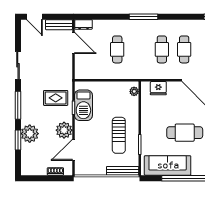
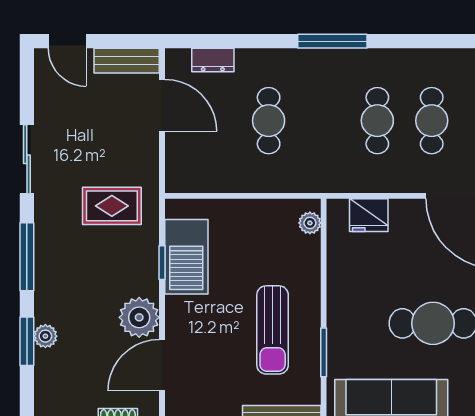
dresser: (84, 24) -> (213, 60), moved
rug: (56, 98) -> (112, 206), moved
plant: (30, 134) -> (45, 336), width x0.53, depth x0.53

